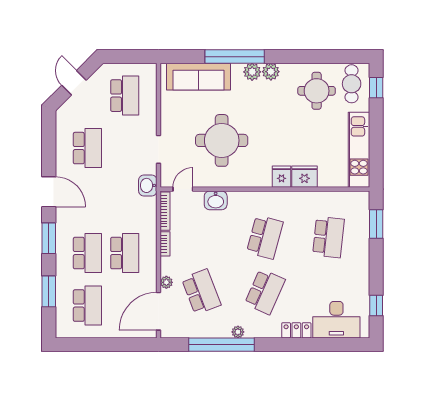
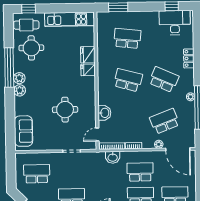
window: (235, 57) -> (9, 67), moved
sofa: (198, 77) -> (23, 131), width x0.73
round table: (222, 140) -> (65, 110), width x0.73, depth x0.73
washbasin: (148, 185) -> (113, 157), moved
door: (183, 189) -> (97, 135), hinge flipped
desk: (336, 320) -> (175, 23), moved, turned -90

